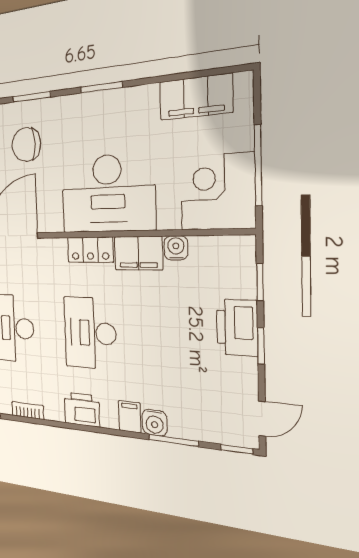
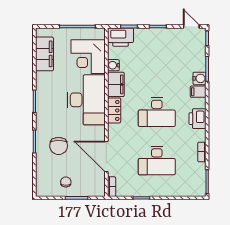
corner desk: (218, 192) -> (88, 57), moved
printer: (237, 328) -> (121, 37), moved

